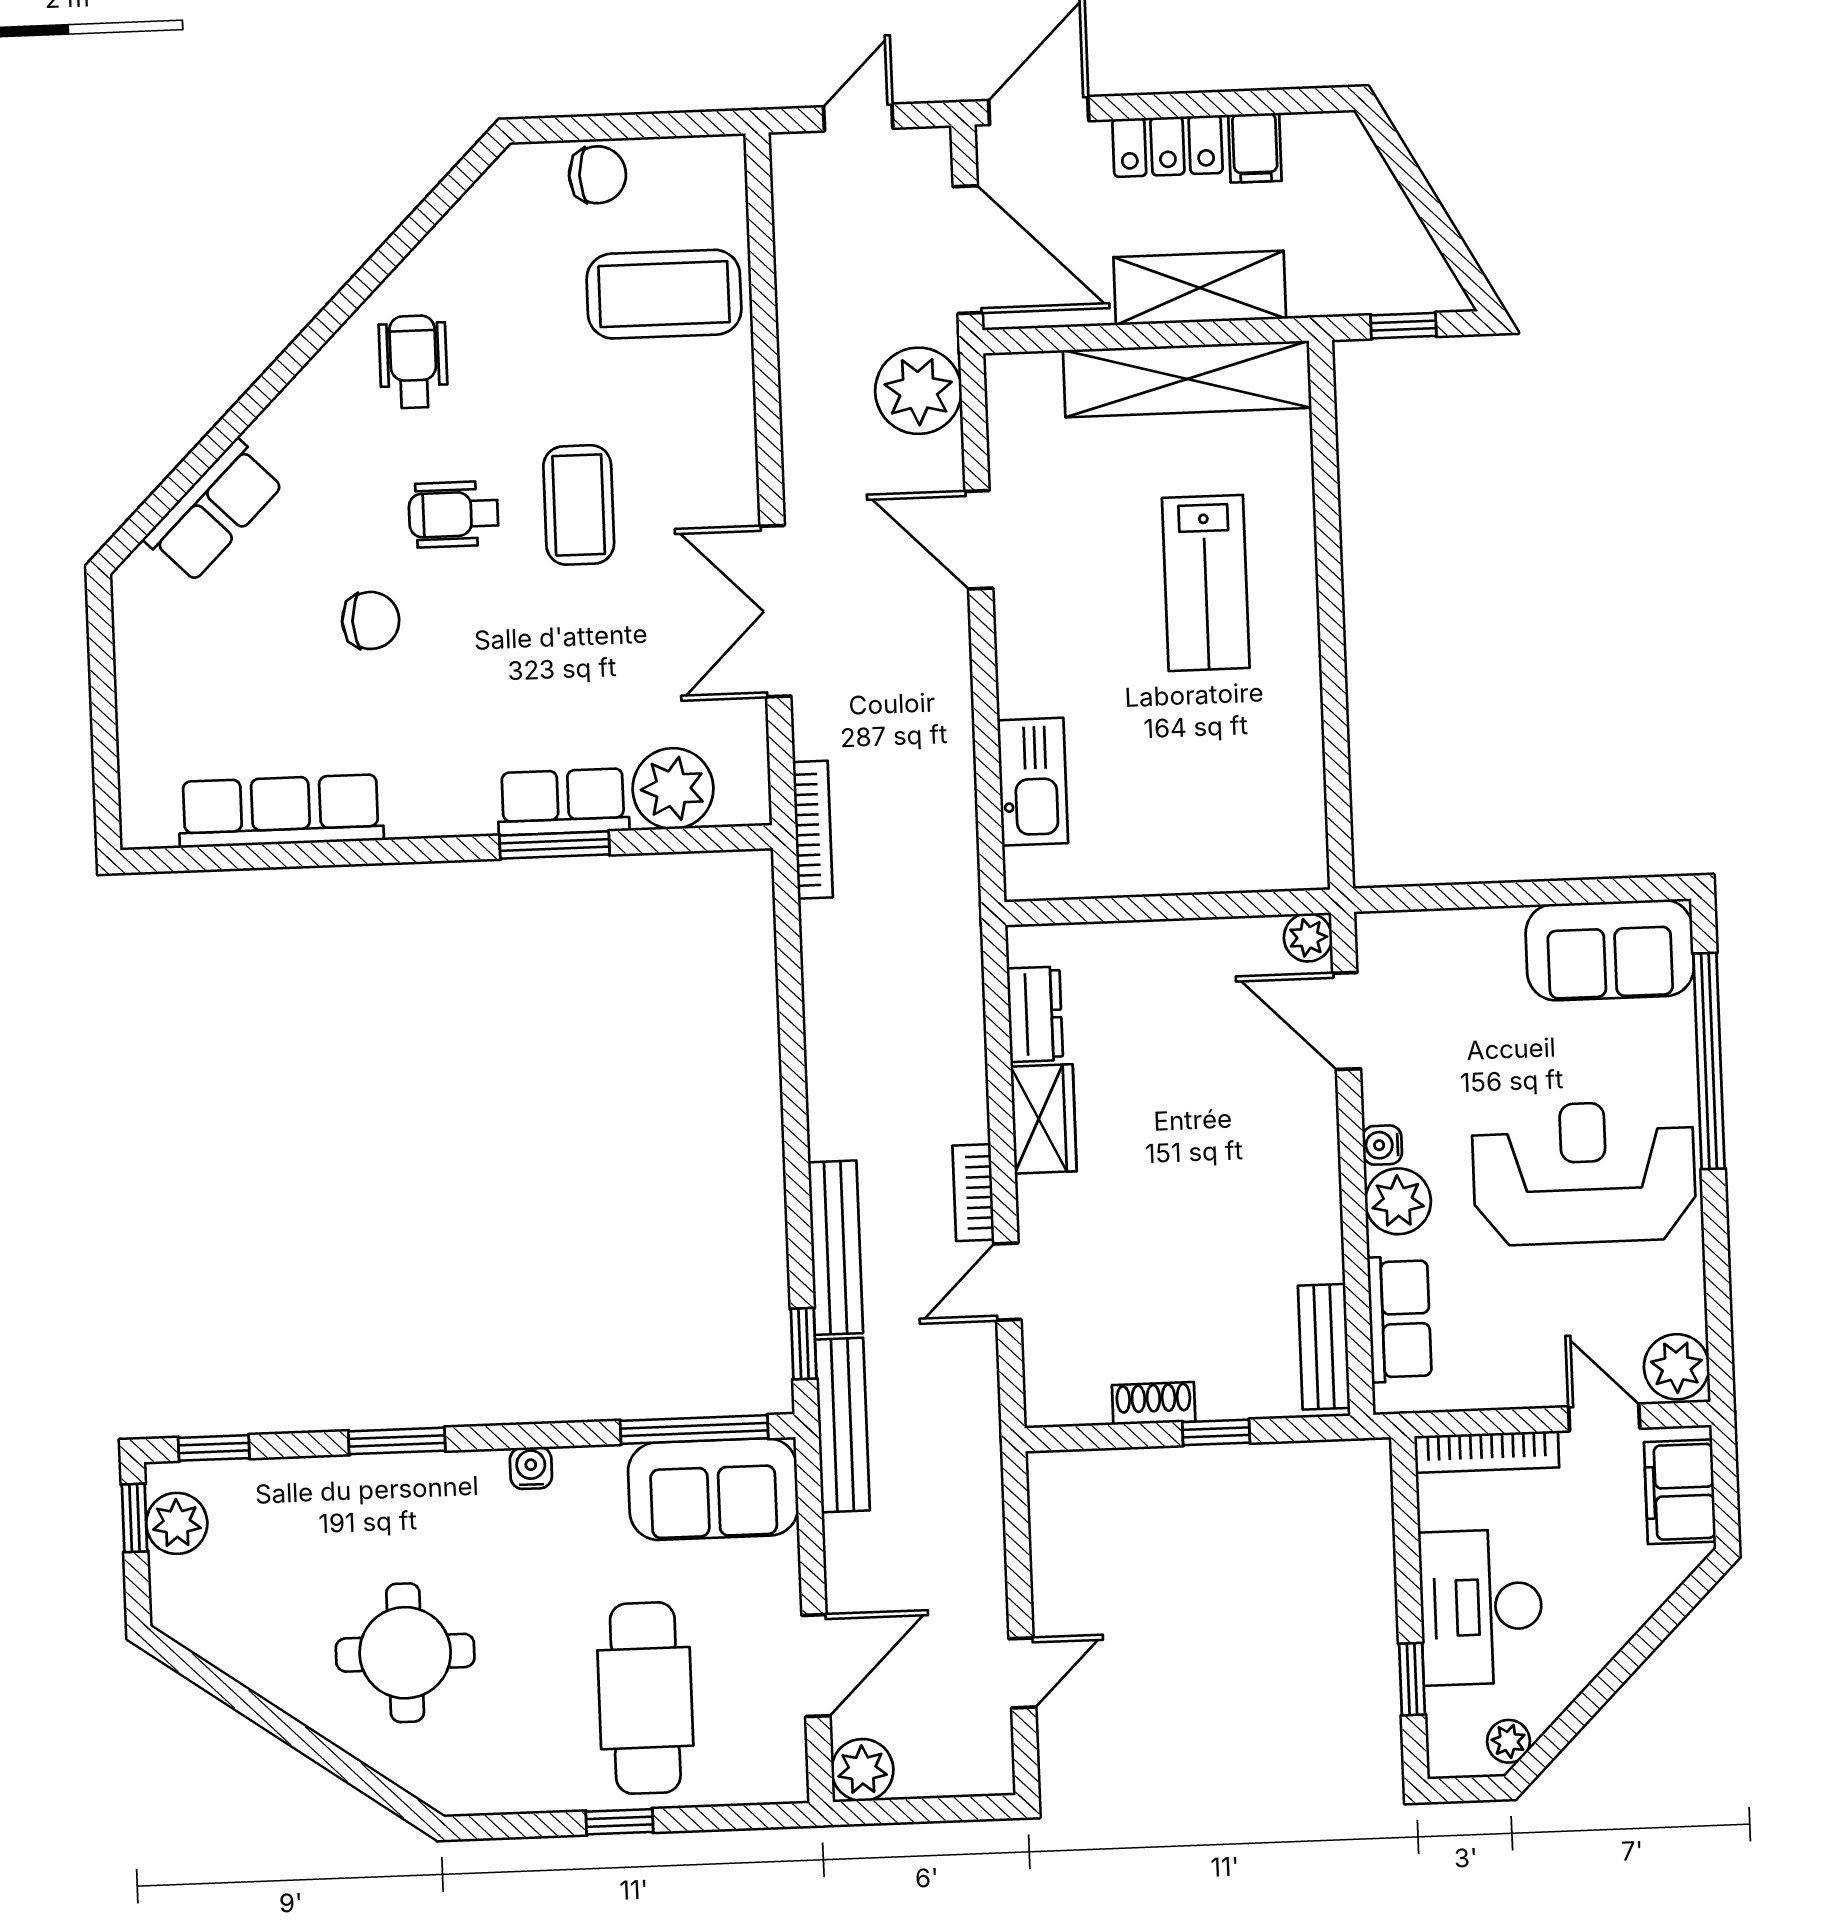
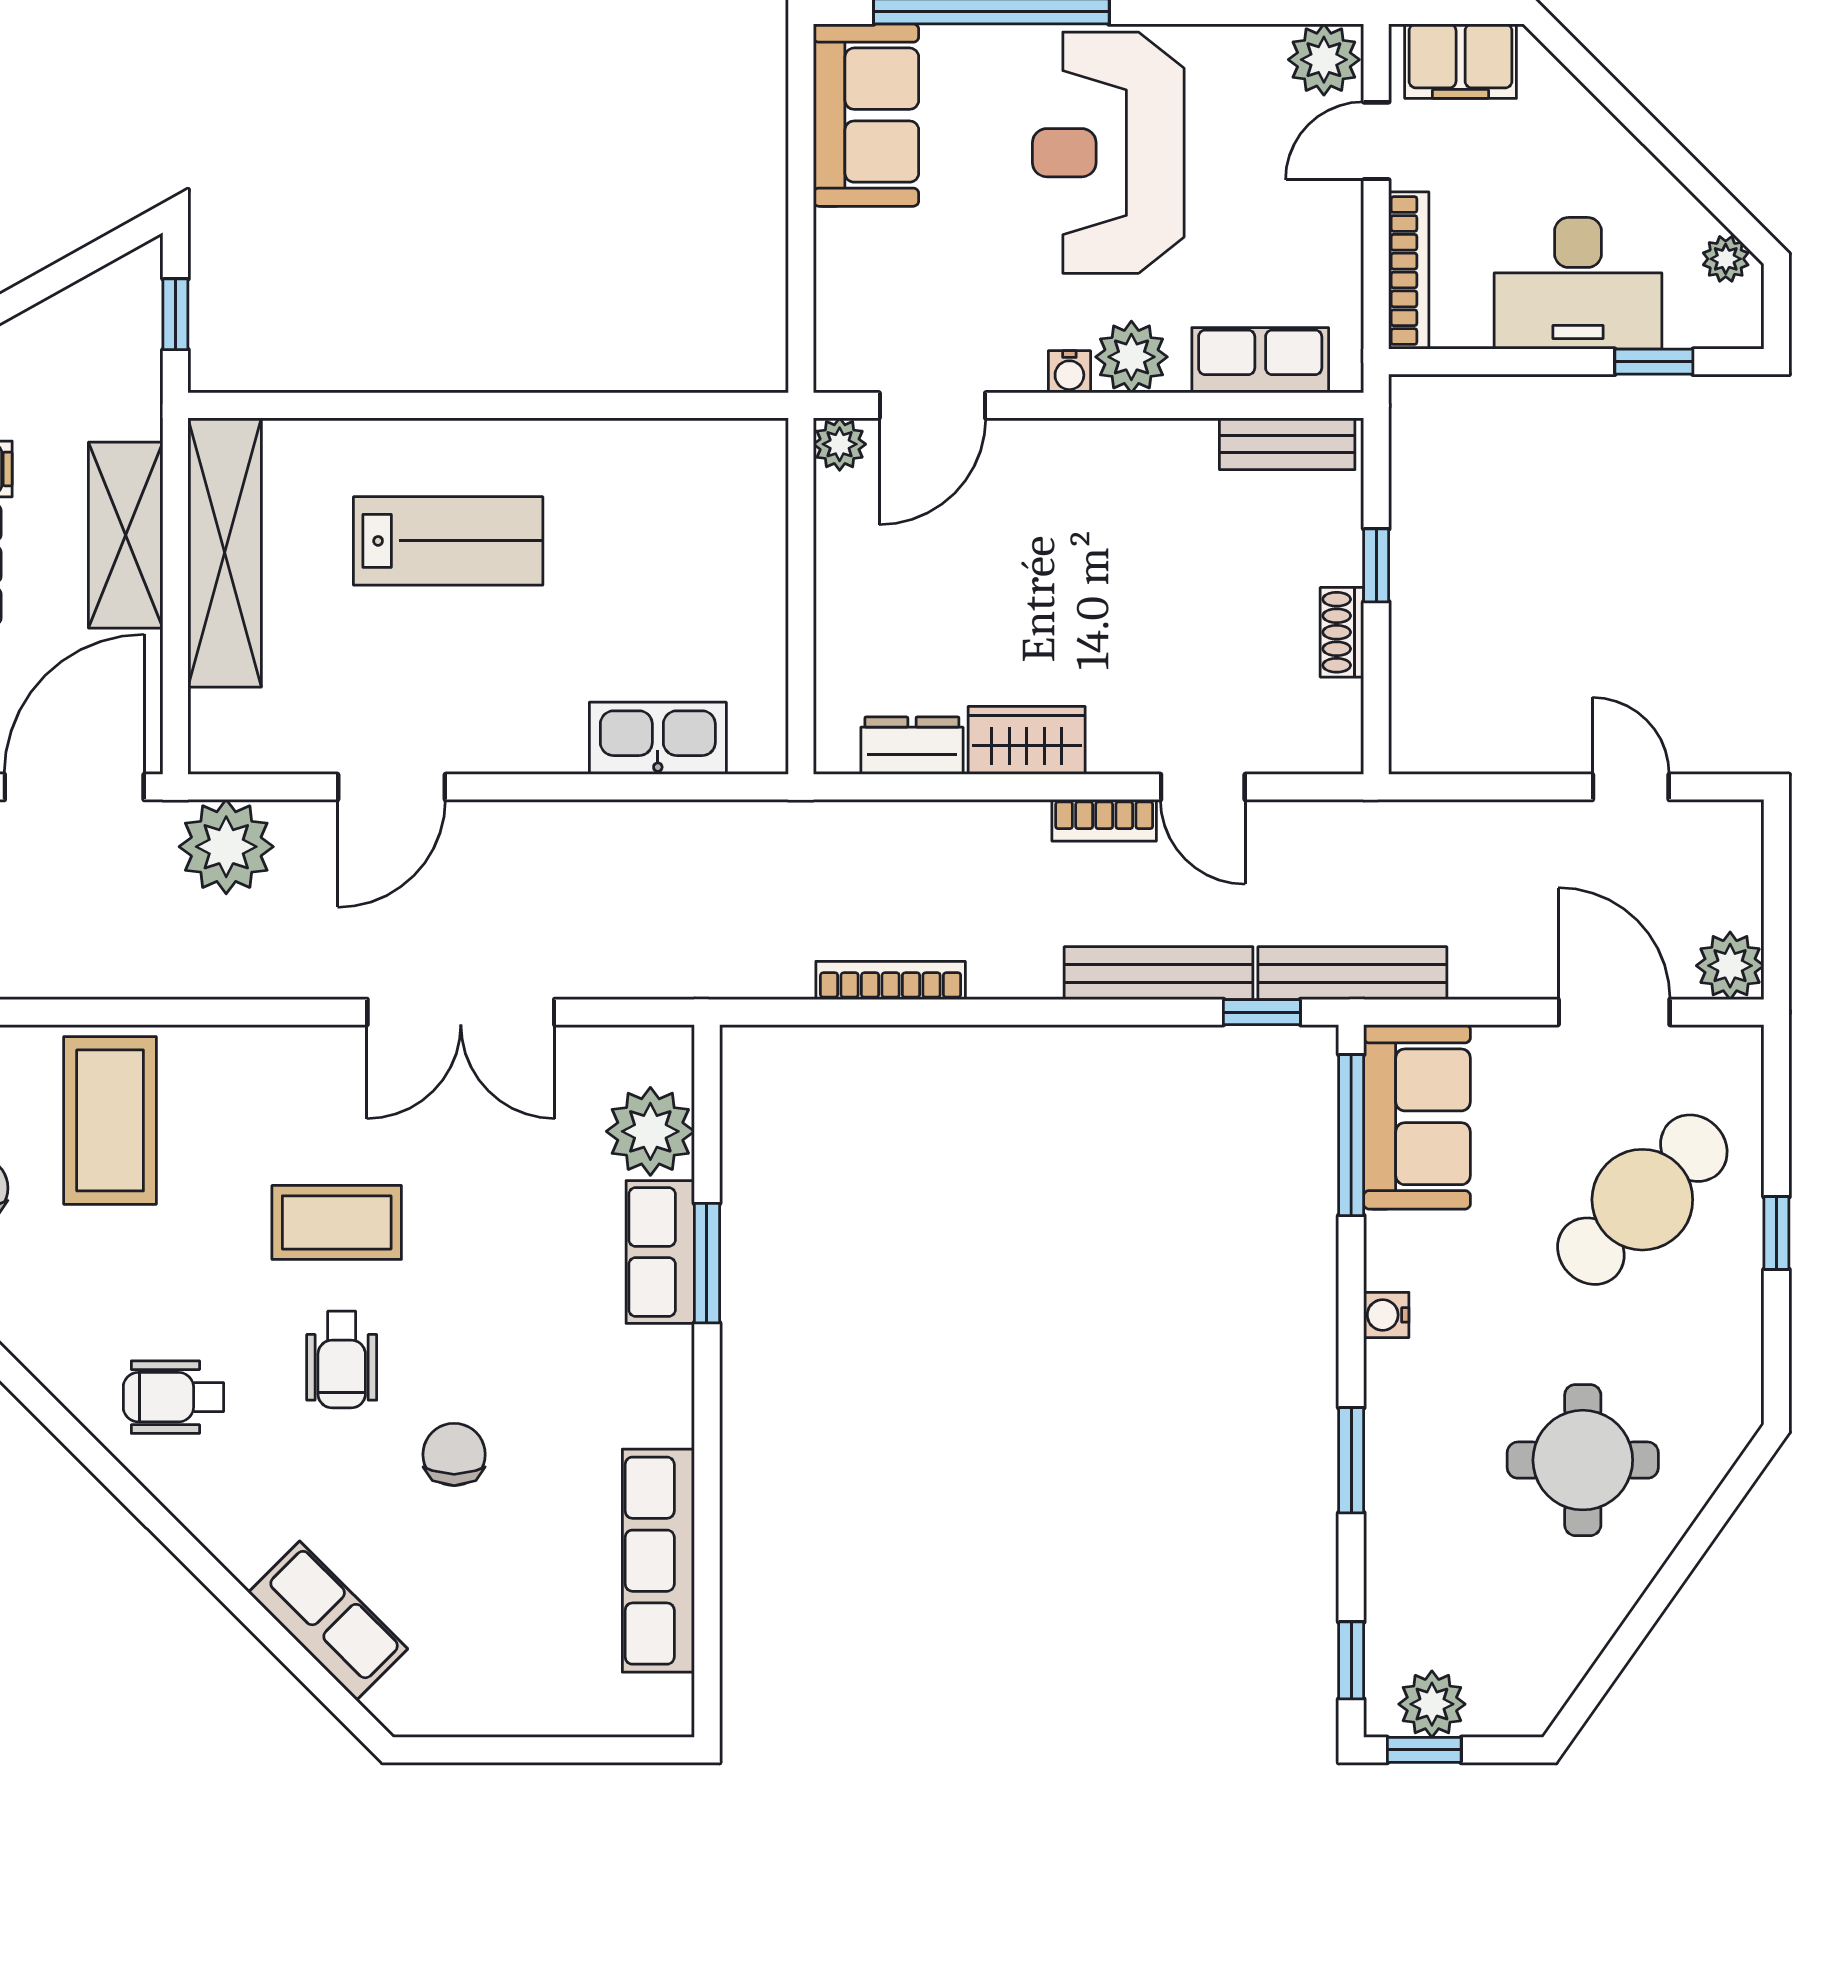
bookcase: (813, 830) -> (891, 980), moved
cafe table: (645, 1698) -> (1642, 1200), turned -45

